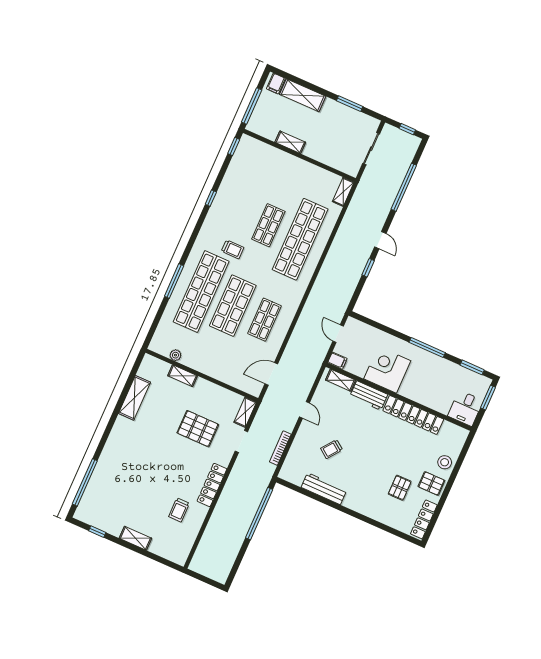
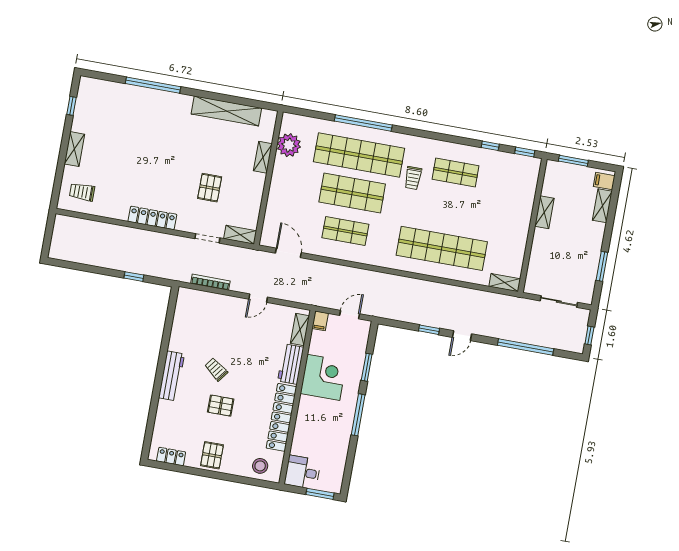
shelving: (303, 95) -> (602, 206), width x0.67, depth x0.75
window: (252, 106) -> (573, 161), width x0.69
window: (211, 198) -> (490, 146), moved
shop shelf: (268, 225) -> (456, 172), moved
window: (174, 281) -> (363, 123), width x1.46
plant: (175, 355) -> (289, 145), width x1.88, depth x1.88
window: (472, 367) -> (367, 367), moved
shelving: (134, 398) -> (226, 111), width x1.47
pallet: (198, 429) -> (210, 188), width x0.67, depth x0.71
trolley: (332, 449) -> (216, 369), moved
stool: (445, 462) -> (260, 466), moved
window: (85, 482) -> (153, 85), moved
pallet: (400, 488) -> (221, 406), moved
workbench: (324, 489) -> (171, 376), moved
trolley: (179, 510) -> (82, 192), moved
window: (259, 514) -> (134, 277), width x0.32
locker: (424, 519) -> (171, 457), width x0.66

